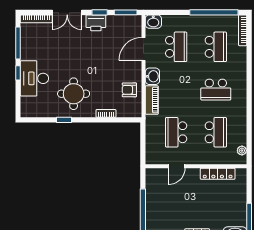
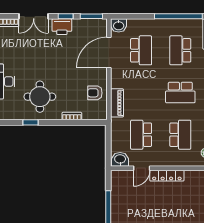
school desk: (216, 47) -> (180, 50), turned 180
door: (143, 49) -> (109, 53), width x1.36
washbasin: (152, 76) -> (120, 159), moved, turned -90
locker: (218, 174) -> (167, 176), moved

